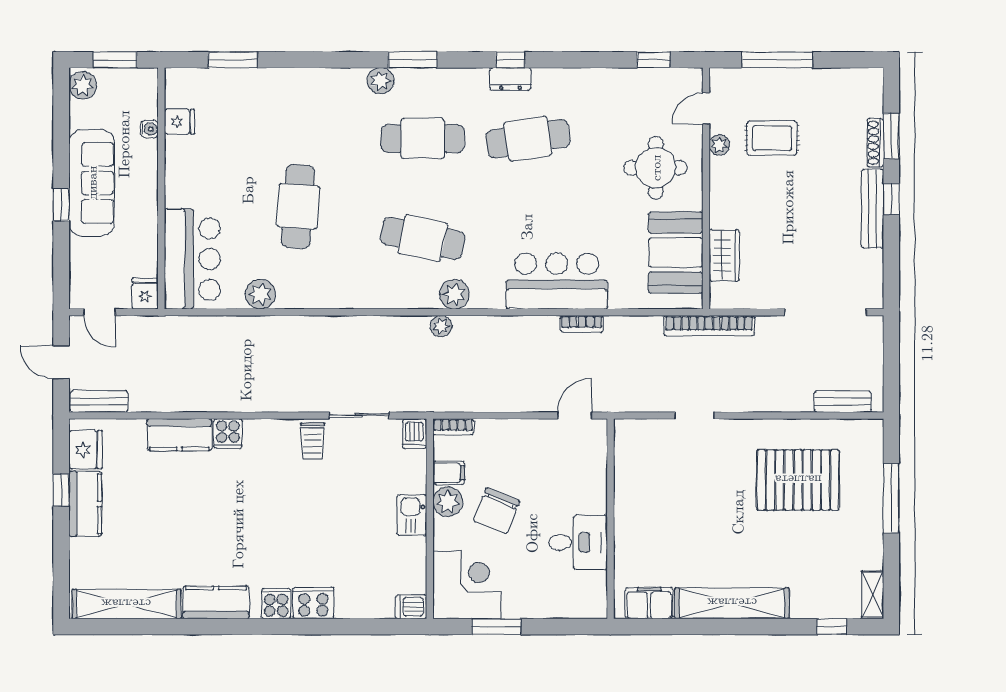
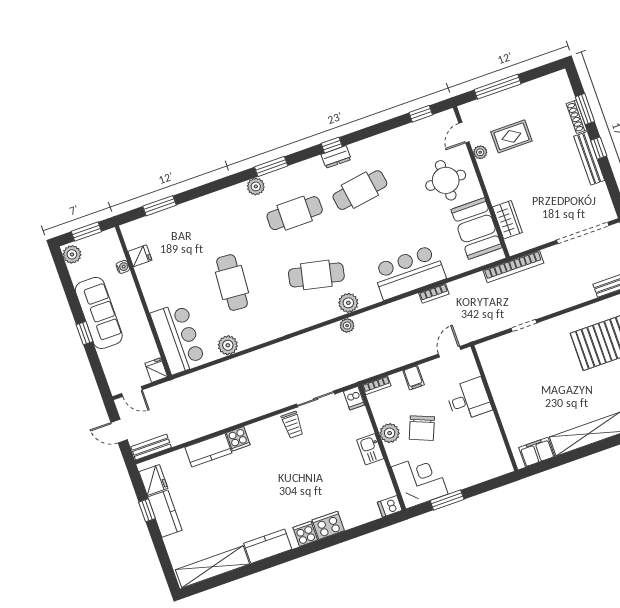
filing cabinet: (449, 473) -> (414, 378), moved, turned 90
desk: (578, 542) -> (469, 399), moved

